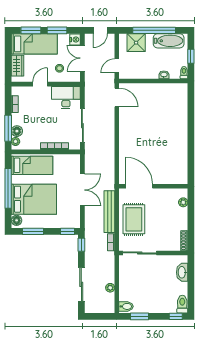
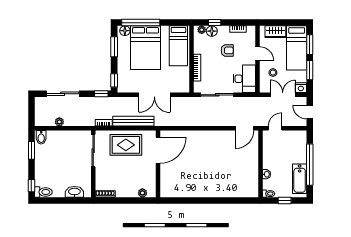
shower: (136, 43) -> (298, 147), removed
door: (117, 66) -> (275, 128), hinge flipped
armchair: (37, 115) -> (227, 50), added
window: (8, 128) -> (215, 23), width x0.46
window: (8, 188) -> (141, 23), moved

